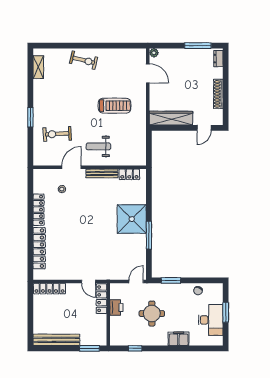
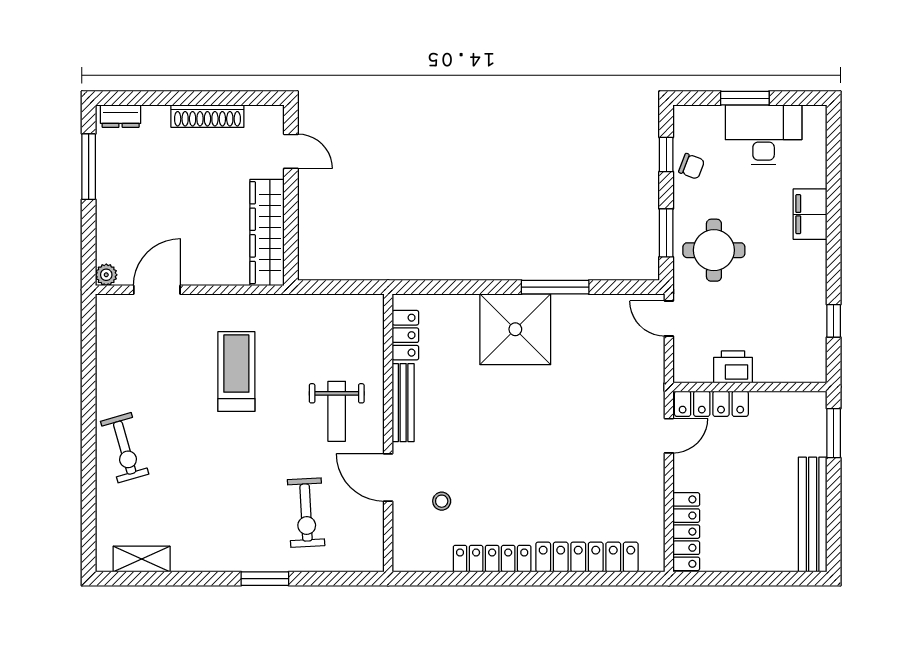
exercise bike: (84, 60) -> (125, 448), turned 150
window: (203, 280) -> (666, 155), added
round table: (152, 314) -> (714, 250), moved

